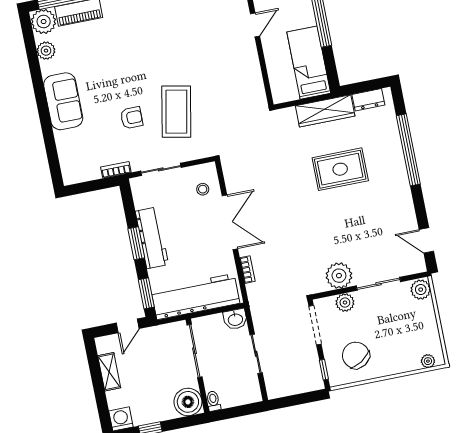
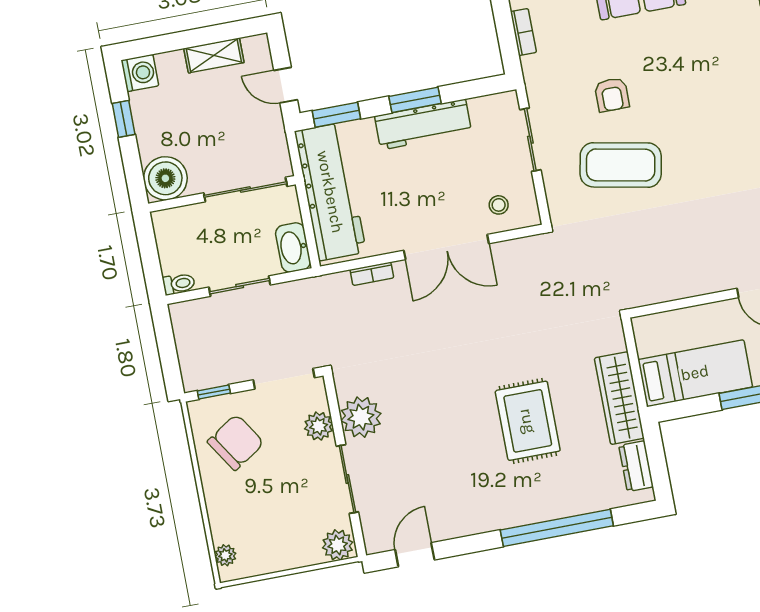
bookcase: (116, 170) -> (523, 32), moved
washbasin: (235, 319) -> (293, 247), width x1.38
toilet: (213, 401) -> (179, 284), moved

